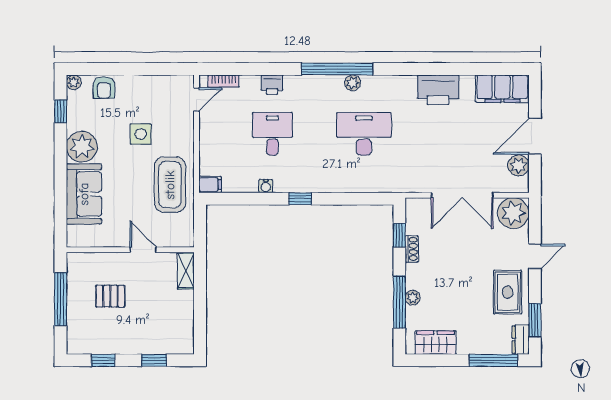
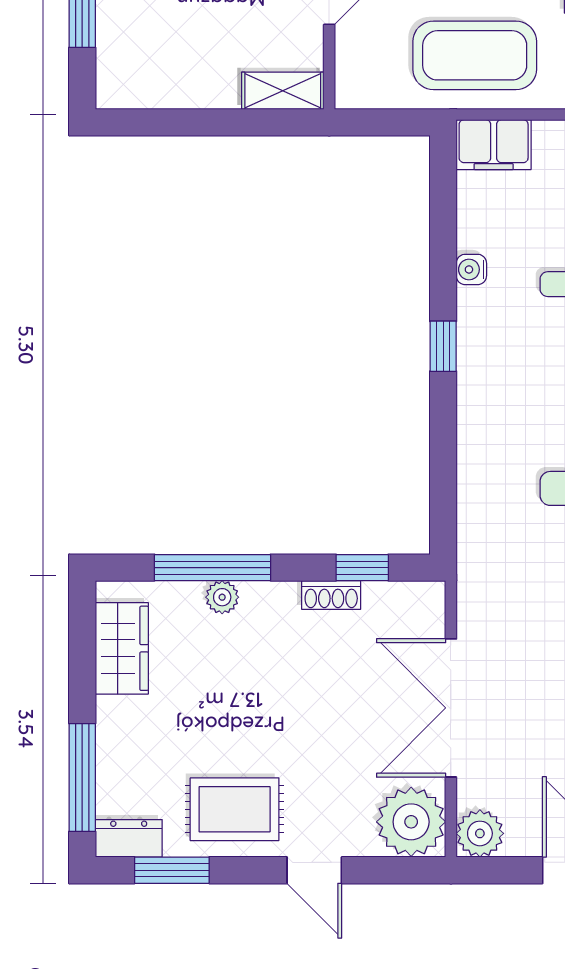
plant: (518, 165) -> (480, 833), moved
filing cabinet: (210, 184) -> (494, 145), width x2.00

